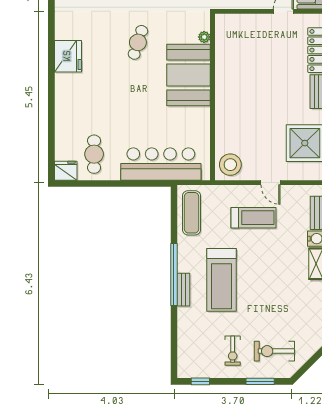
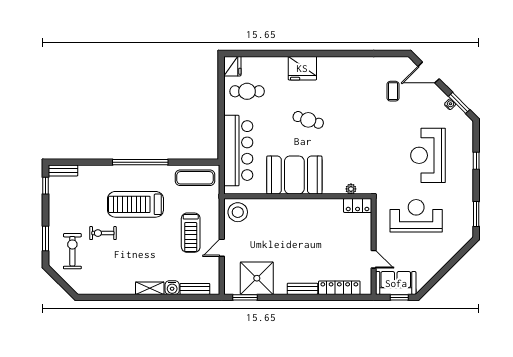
locker: (223, 29) -> (358, 205), added
cafe table: (138, 42) -> (308, 120), moved
fridge: (68, 56) -> (302, 68), moved
booth: (188, 75) -> (294, 175), moved
bench: (183, 290) -> (63, 171), moved
exercise bike: (233, 351) -> (103, 233), moved

